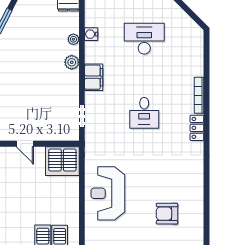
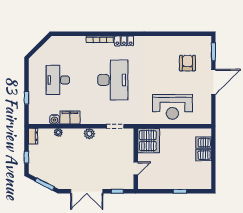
plant: (72, 62) -> (89, 134), moved
filing cabinet: (94, 77) -> (70, 117), moved
desk: (144, 113) -> (113, 80), width x1.87, depth x1.30
armchair: (167, 214) -> (187, 63), turned 180

